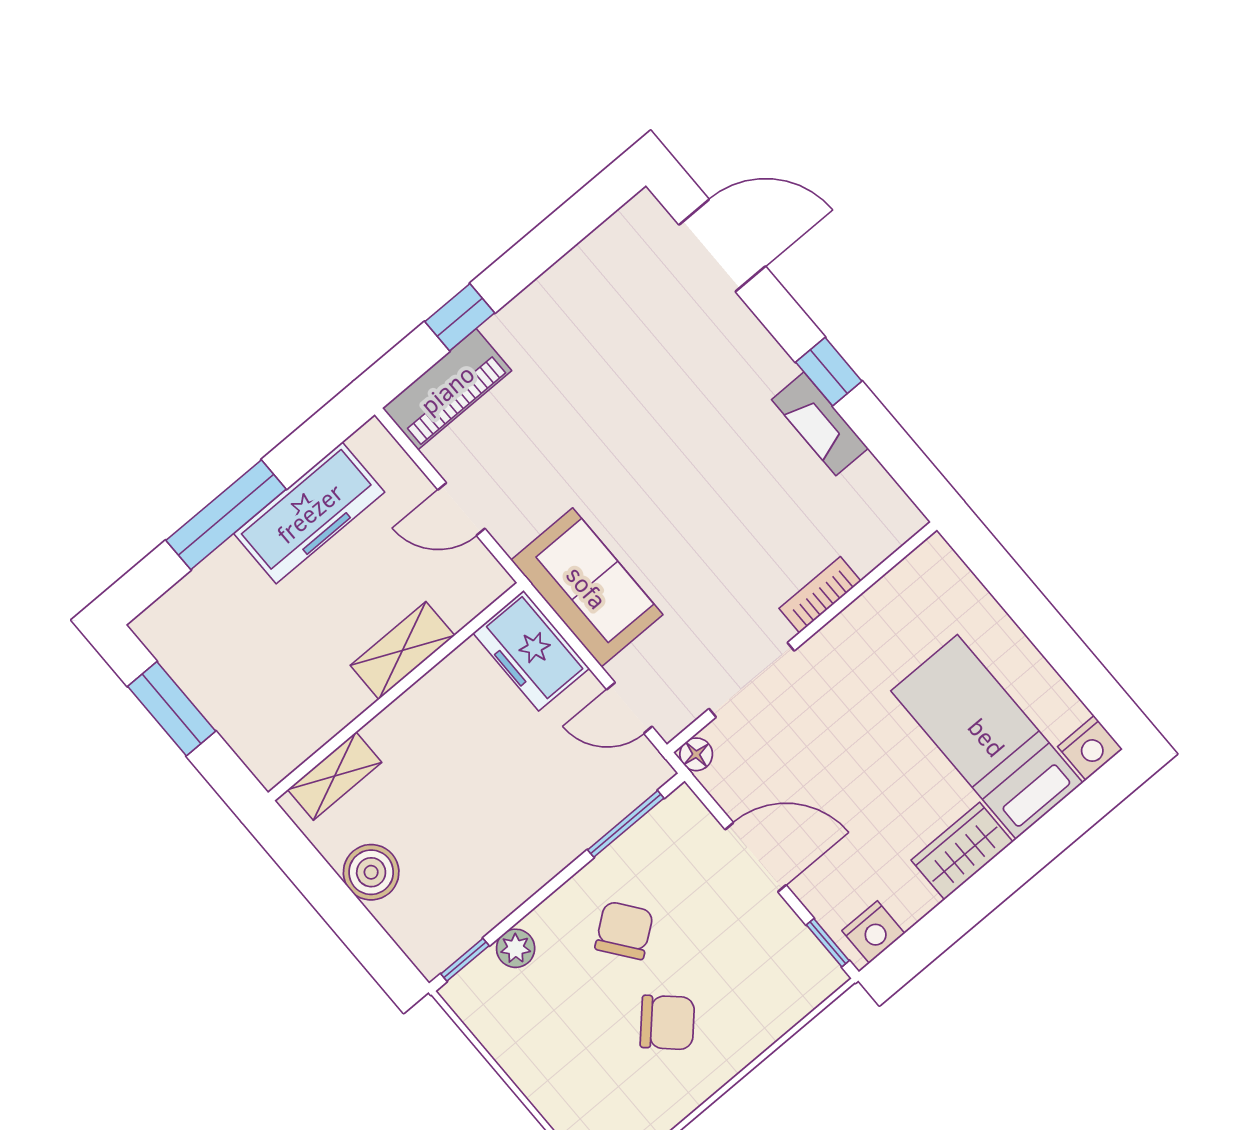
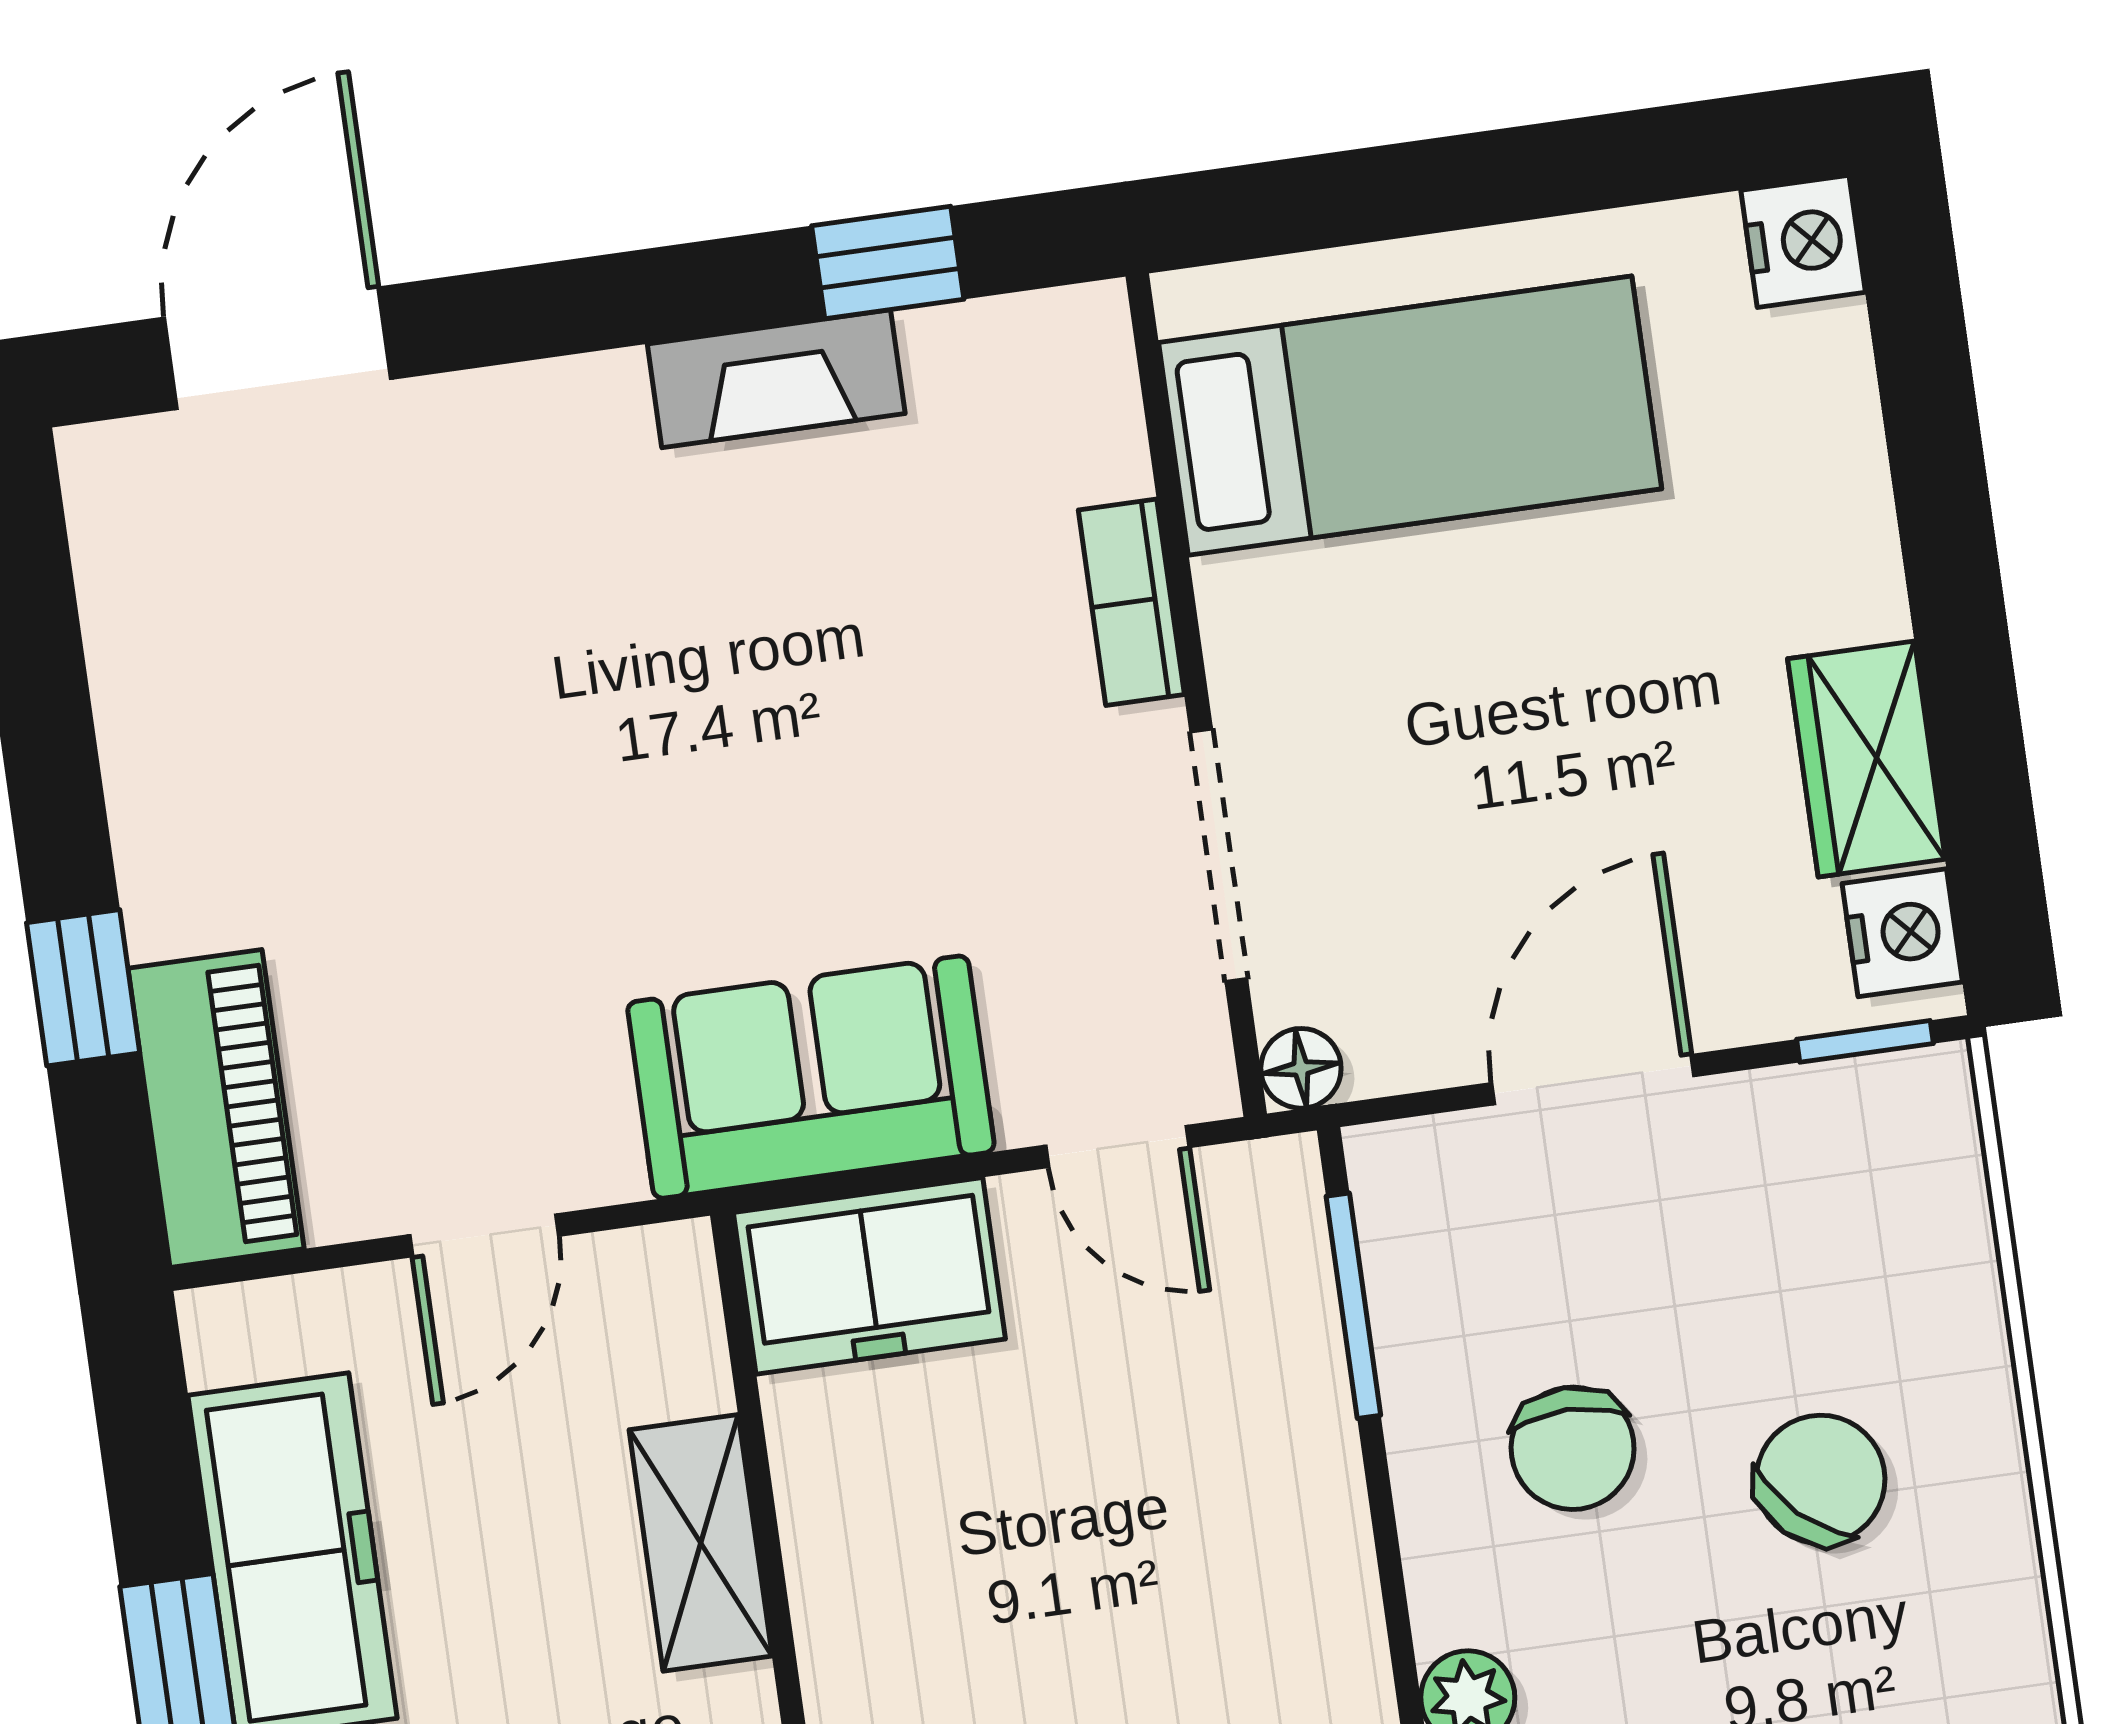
window: (829, 372) -> (888, 263), moved
door: (629, 708) -> (1117, 1146), hinge flipped
bed: (987, 737) -> (1410, 416), moved, turned 180
wardrobe: (962, 851) -> (1866, 759), moved
chair: (624, 930) -> (1573, 1448), turned -143

